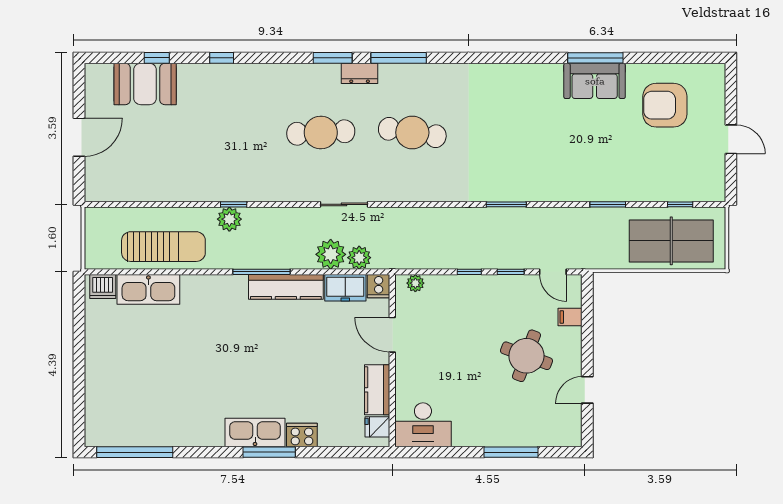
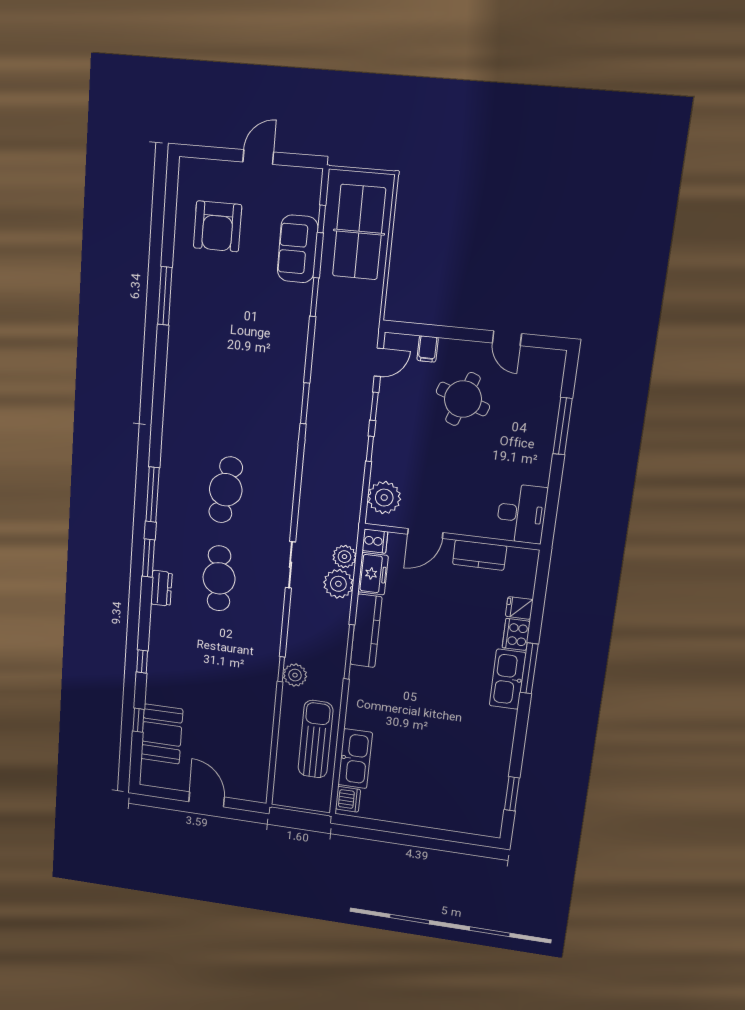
dresser: (360, 73) -> (161, 588), moved
sofa: (595, 81) -> (298, 249), moved, turned 180
plant: (415, 283) -> (384, 498), width x1.87, depth x1.87
fridge: (377, 427) -> (519, 608), moved, turned 90
window: (135, 452) -> (512, 794), width x0.47

